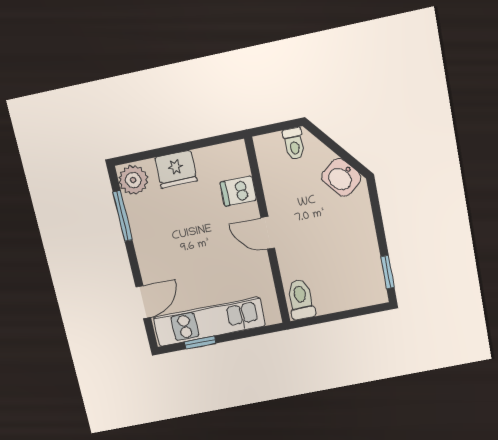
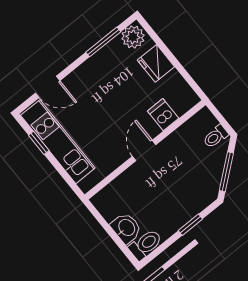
window: (341, 152) -> (226, 172), added
washbasin: (341, 177) -> (126, 228), moved, turned 129
window: (388, 272) -> (190, 225), moved
toilet: (301, 299) -> (145, 245), moved

